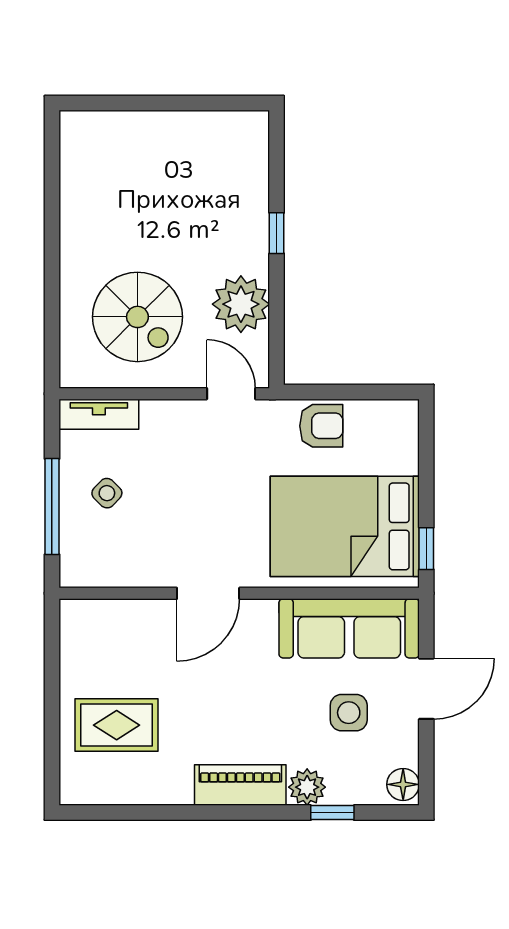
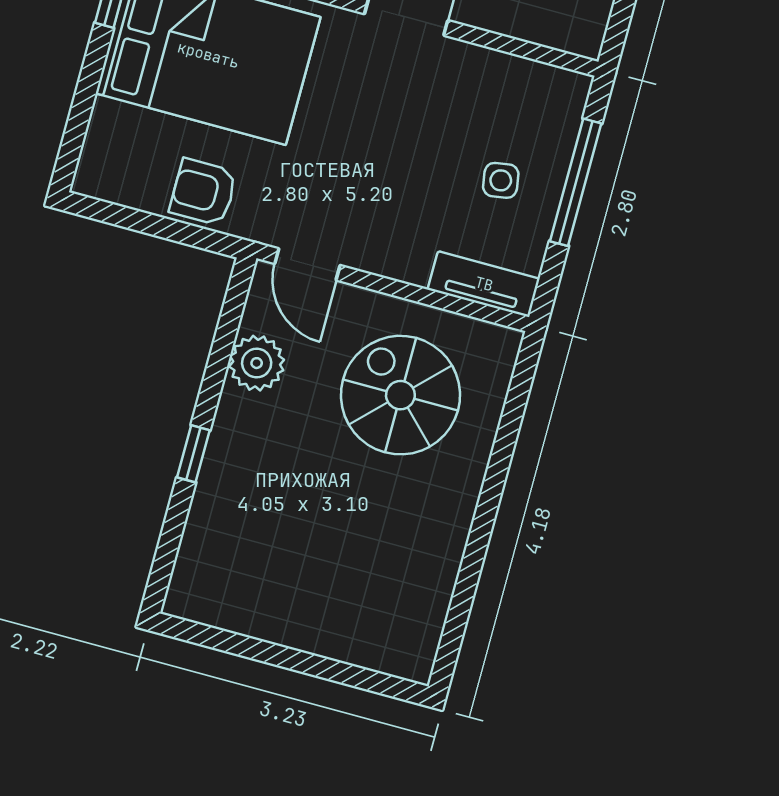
plant: (241, 304) -> (257, 363), width x0.73, depth x0.73
side table: (107, 493) -> (501, 180), turned 37

